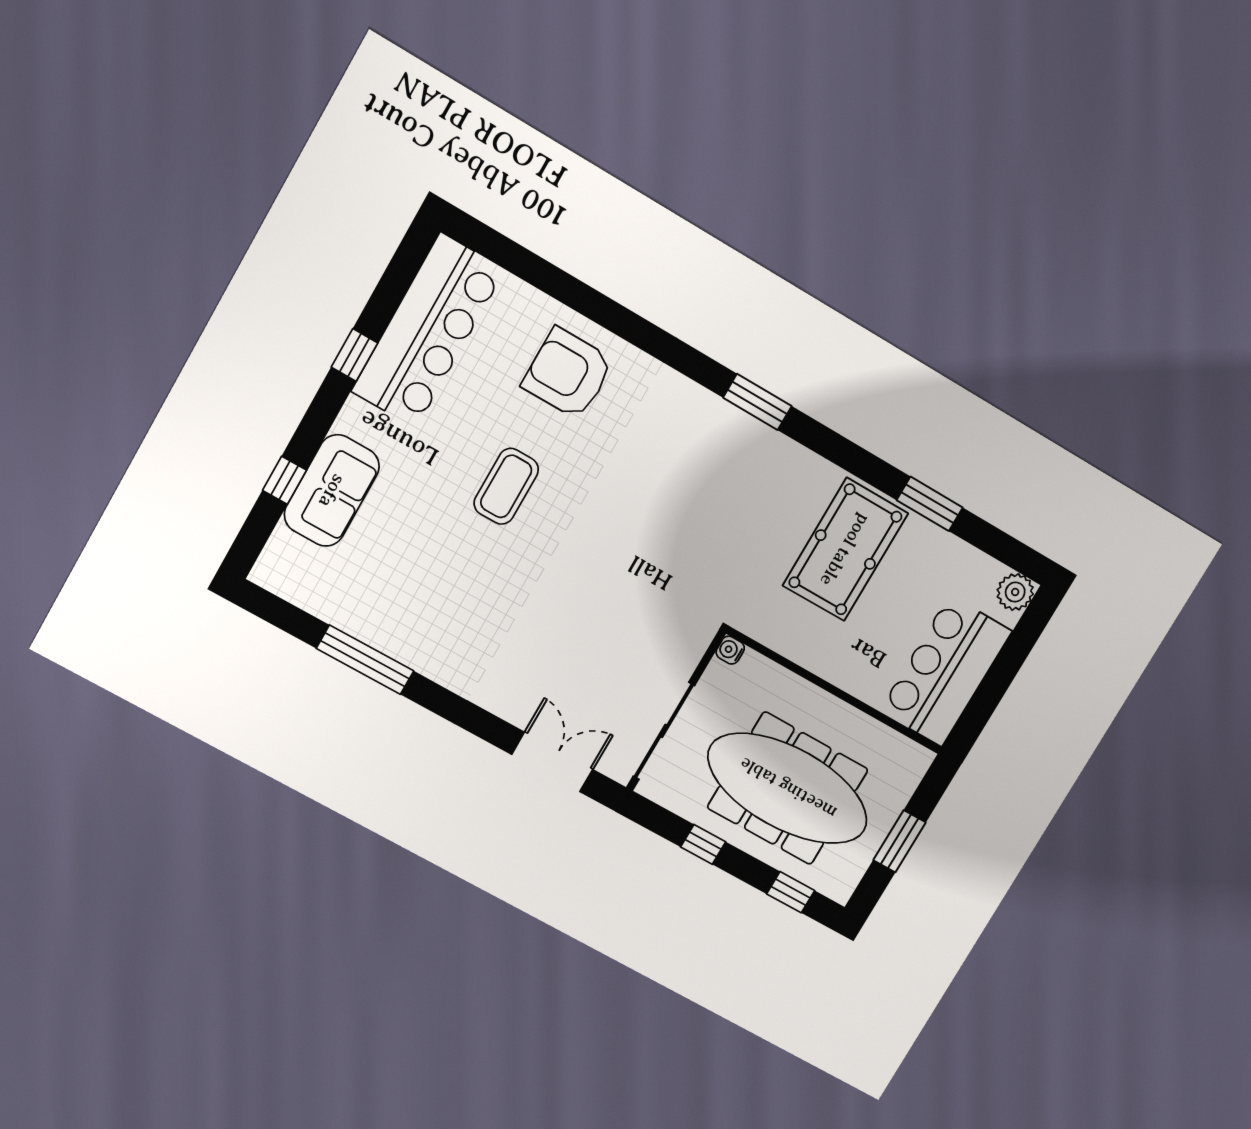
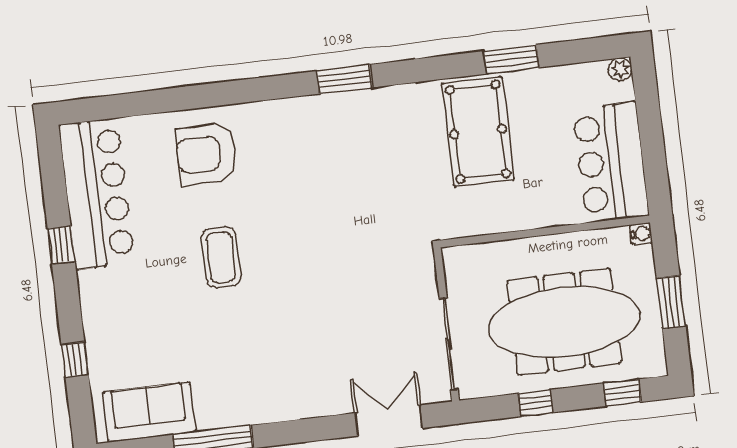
sofa: (332, 491) -> (149, 412), moved, turned -90
plant: (1015, 592) -> (620, 69), width x0.73, depth x0.73
water cooler: (730, 650) -> (641, 234), moved, turned 180

